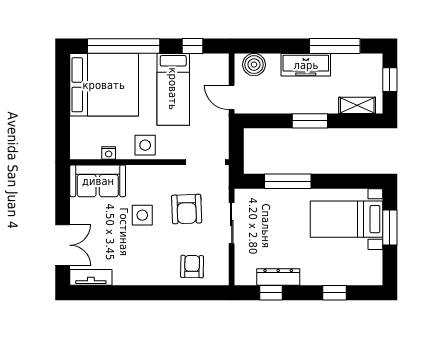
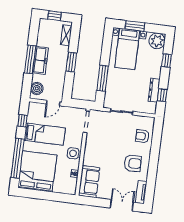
window: (335, 46) -> (30, 59), moved
armchair: (187, 209) -> (133, 163), moved
side table: (142, 215) -> (111, 160), removed
plant: (368, 271) -> (157, 41), added

